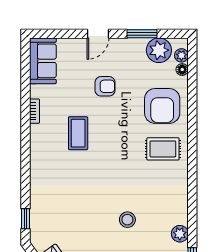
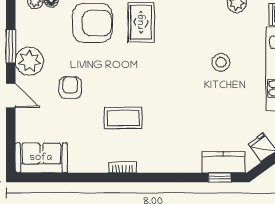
plant: (159, 50) -> (29, 61), moved
bookcase: (34, 111) -> (123, 167), moved
kitchen counter: (39, 222) -> (224, 162), added

